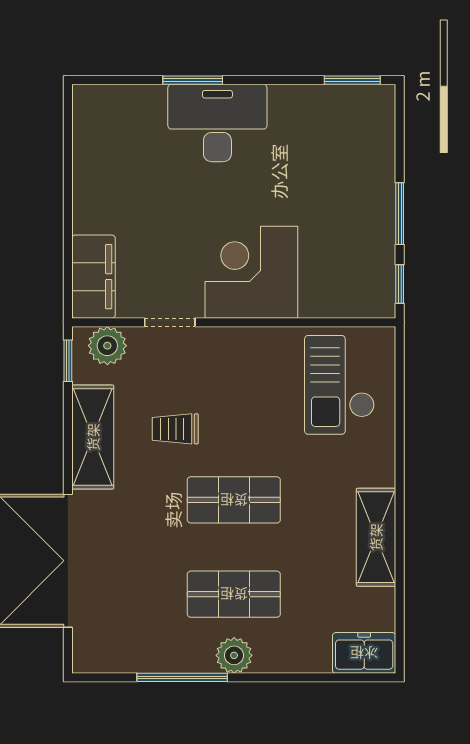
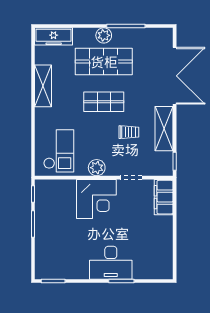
plant: (107, 346) -> (97, 168), moved
shop shelf: (234, 594) -> (104, 62), width x1.43, depth x1.36
freezer: (364, 653) -> (54, 36), width x1.40

